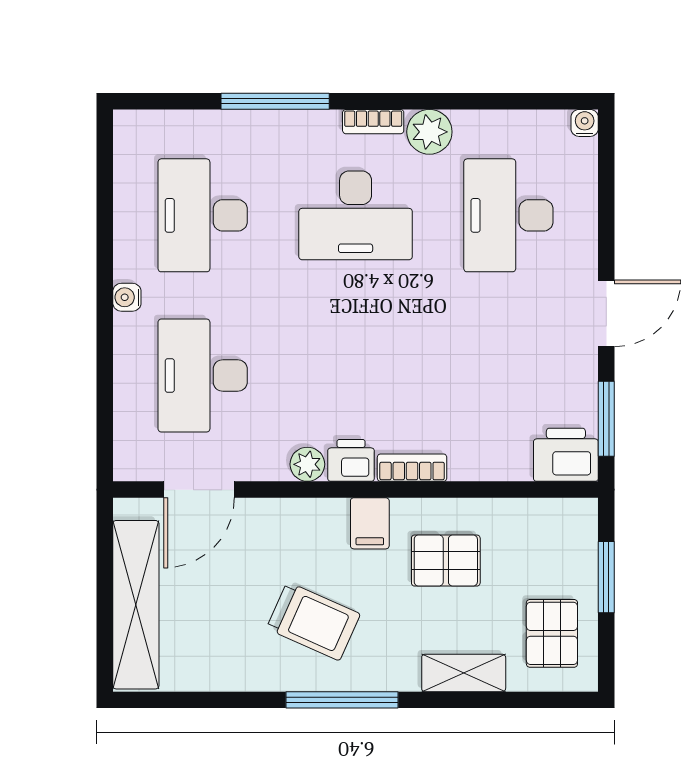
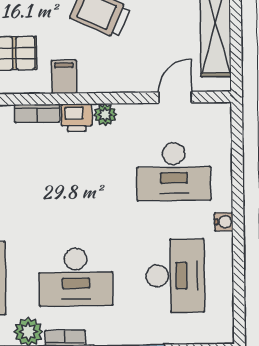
desk: (356, 215) -> (76, 277), turned 180
desk: (203, 376) -> (174, 172), turned 90
door: (199, 490) -> (175, 97), width x0.73

